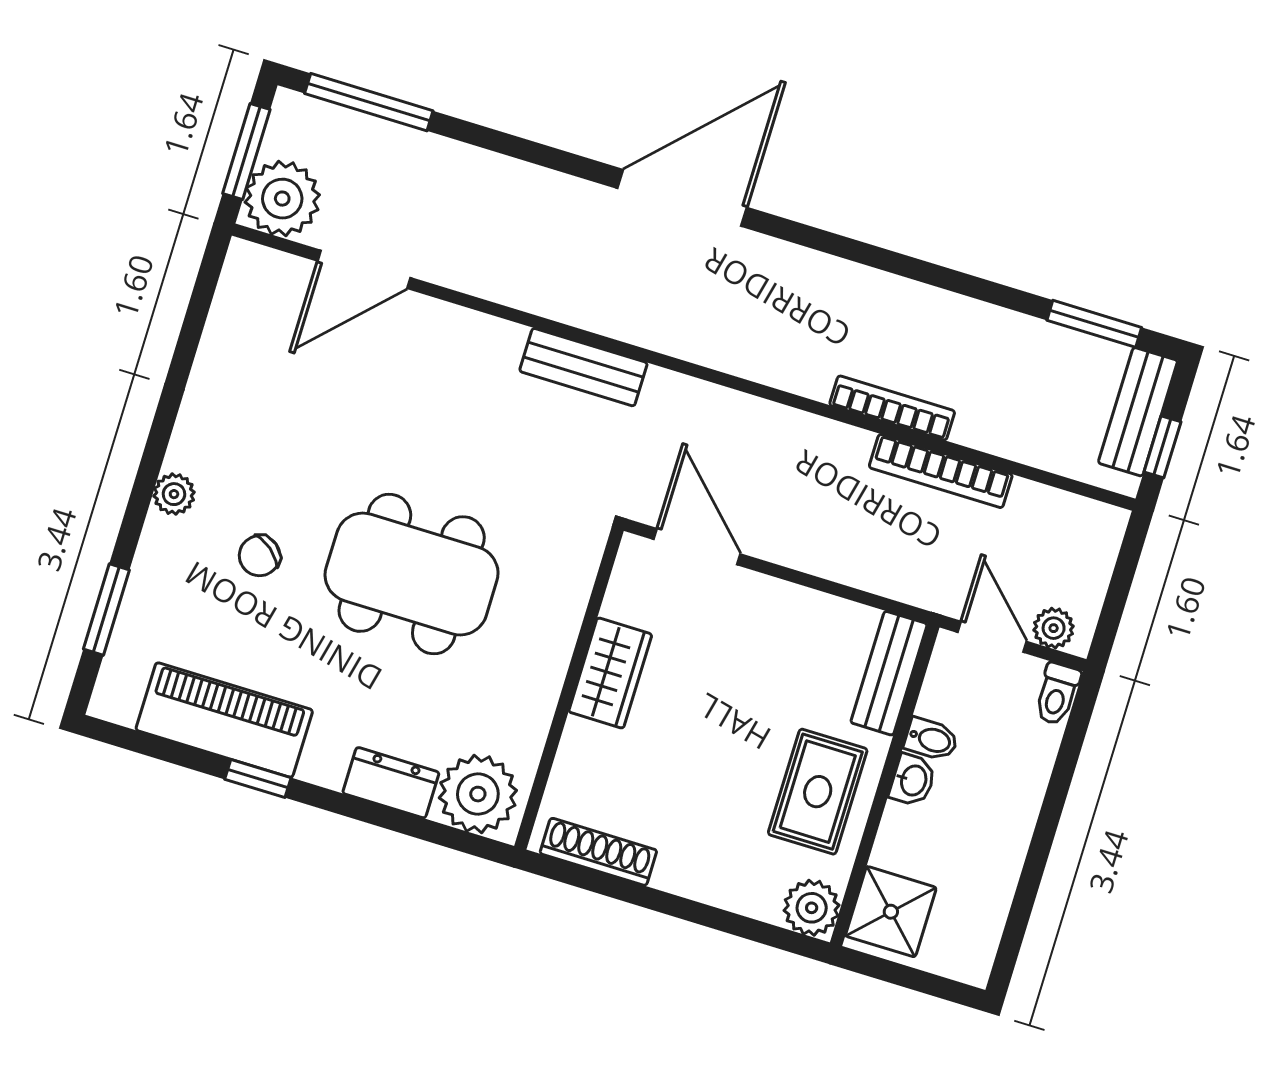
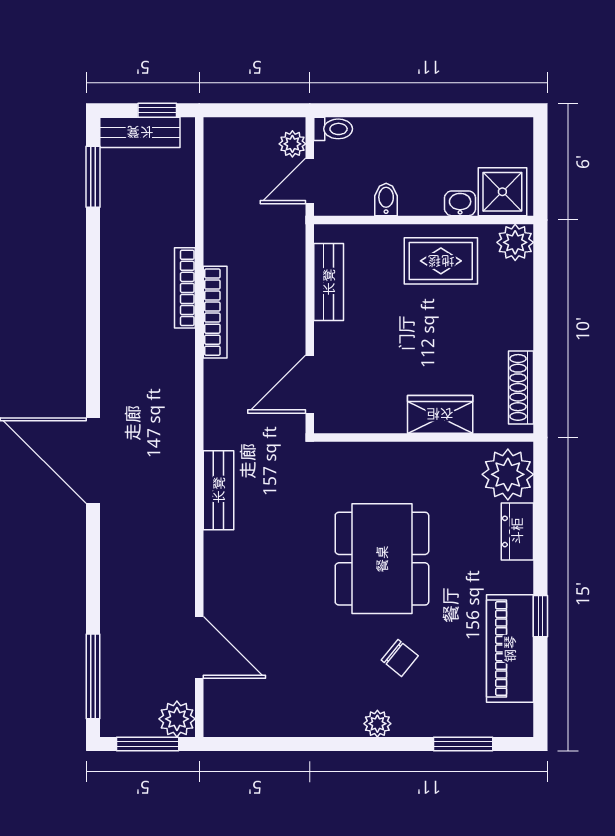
plant: (282, 199) -> (177, 719), width x0.73, depth x0.73
bookcase: (941, 471) -> (215, 312), moved
wardrobe: (610, 673) -> (440, 414), moved
bench: (889, 673) -> (329, 282), moved, turned 90
washbasin: (913, 780) -> (460, 203), moved

